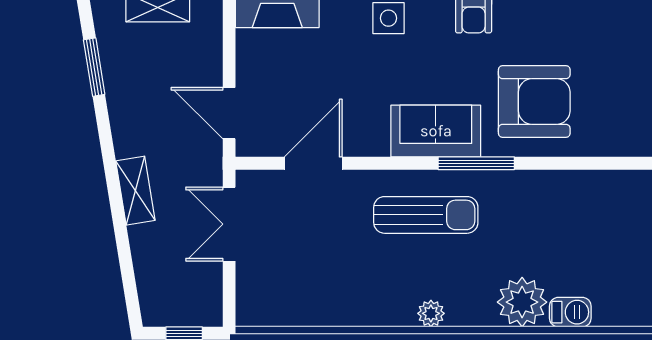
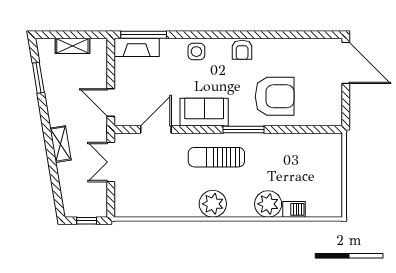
sofa: (436, 131) -> (204, 112), moved
sun lounger: (426, 215) -> (216, 157), turned 180
plant: (431, 313) -> (213, 204), width x1.87, depth x1.87

